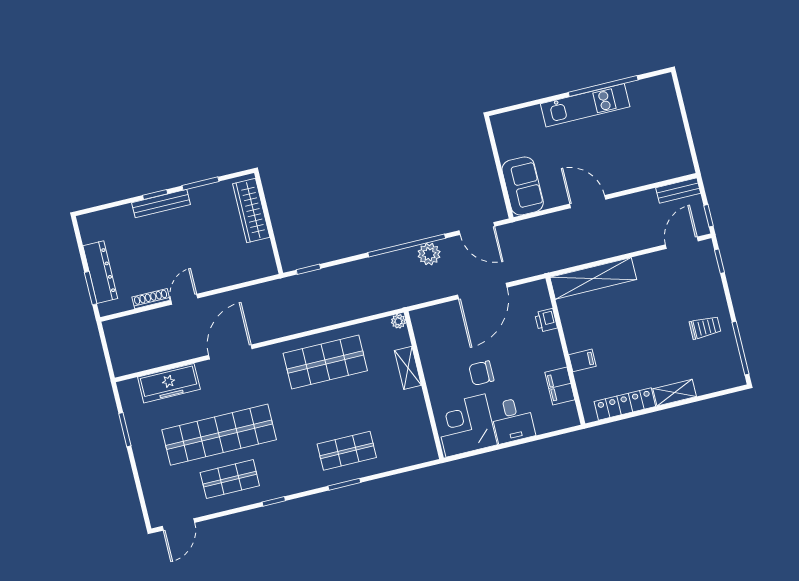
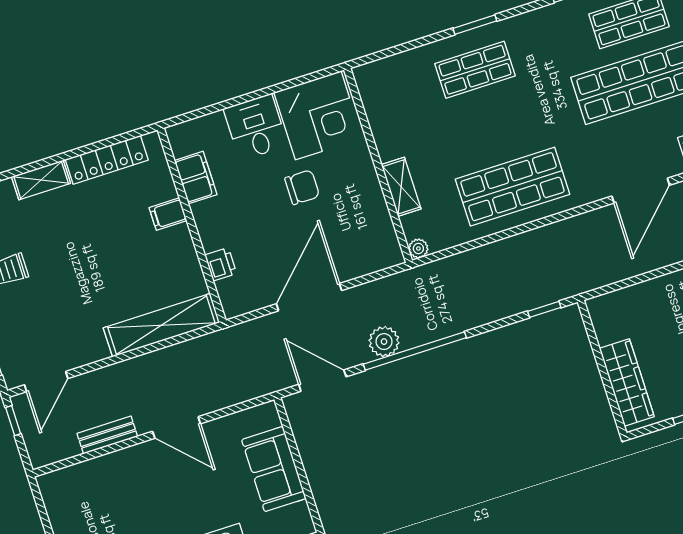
sofa: (523, 186) -> (274, 469), moved
bench: (678, 190) -> (107, 435), moved

